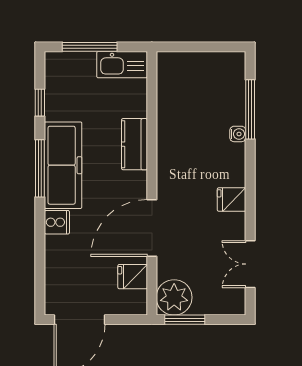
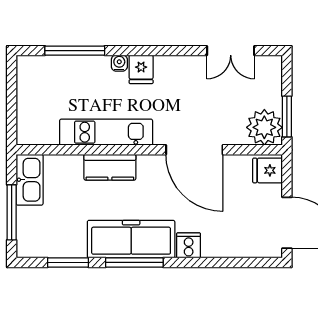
window: (40, 103) -> (68, 262), width x1.50
water cooler: (238, 134) -> (119, 63), moved
kitchen unit: (169, 140) -> (106, 132), added
fridge: (232, 199) -> (141, 69), moved
fridge: (133, 277) -> (268, 170), moved, turned 90

